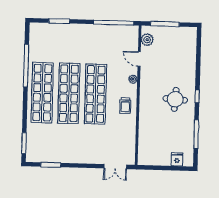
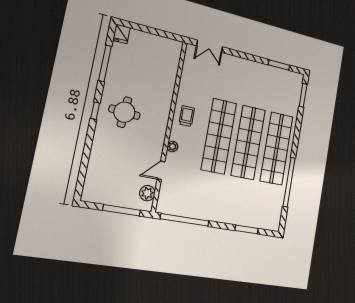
door: (139, 59) -> (161, 170), swing flipped
fridge: (177, 159) -> (121, 34), moved
double door: (115, 167) -> (210, 46), swing flipped

